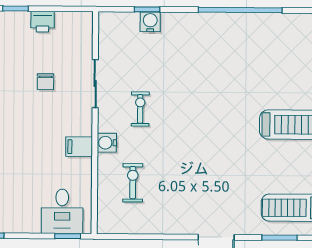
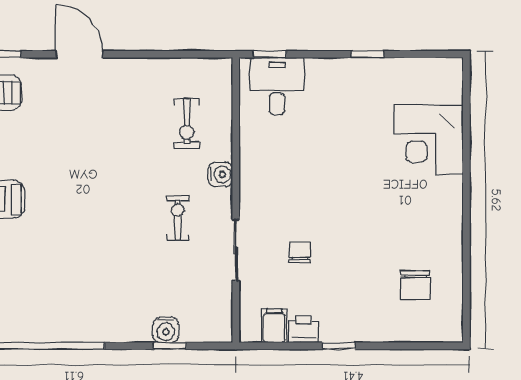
exercise bike: (140, 109) -> (178, 218), turned 180
filing cabinet: (79, 147) -> (274, 326), moved, turned -90

